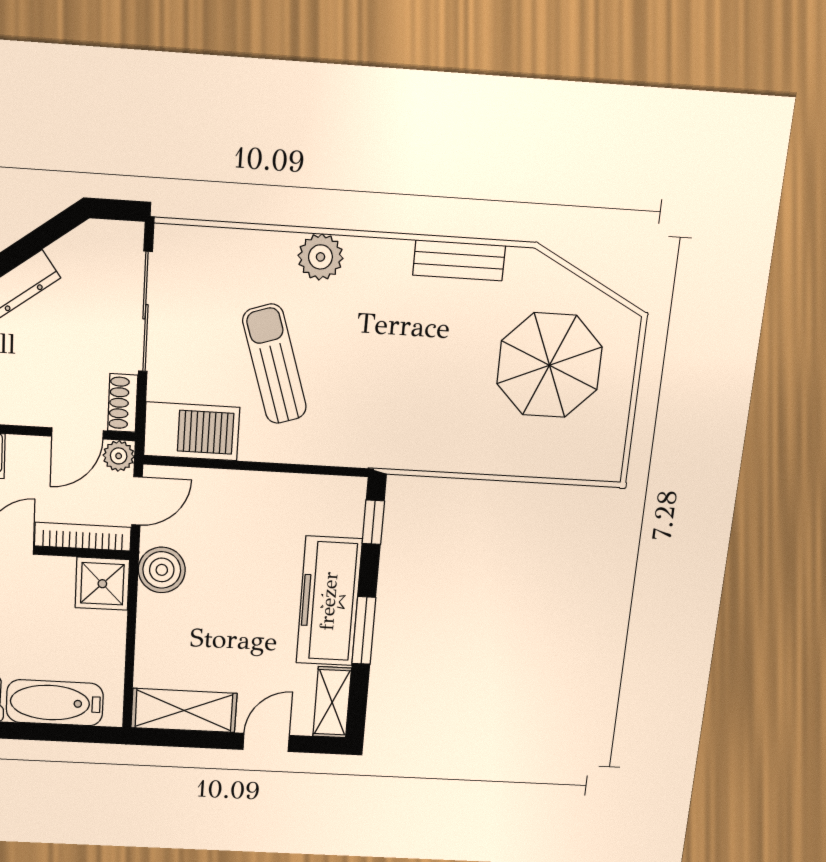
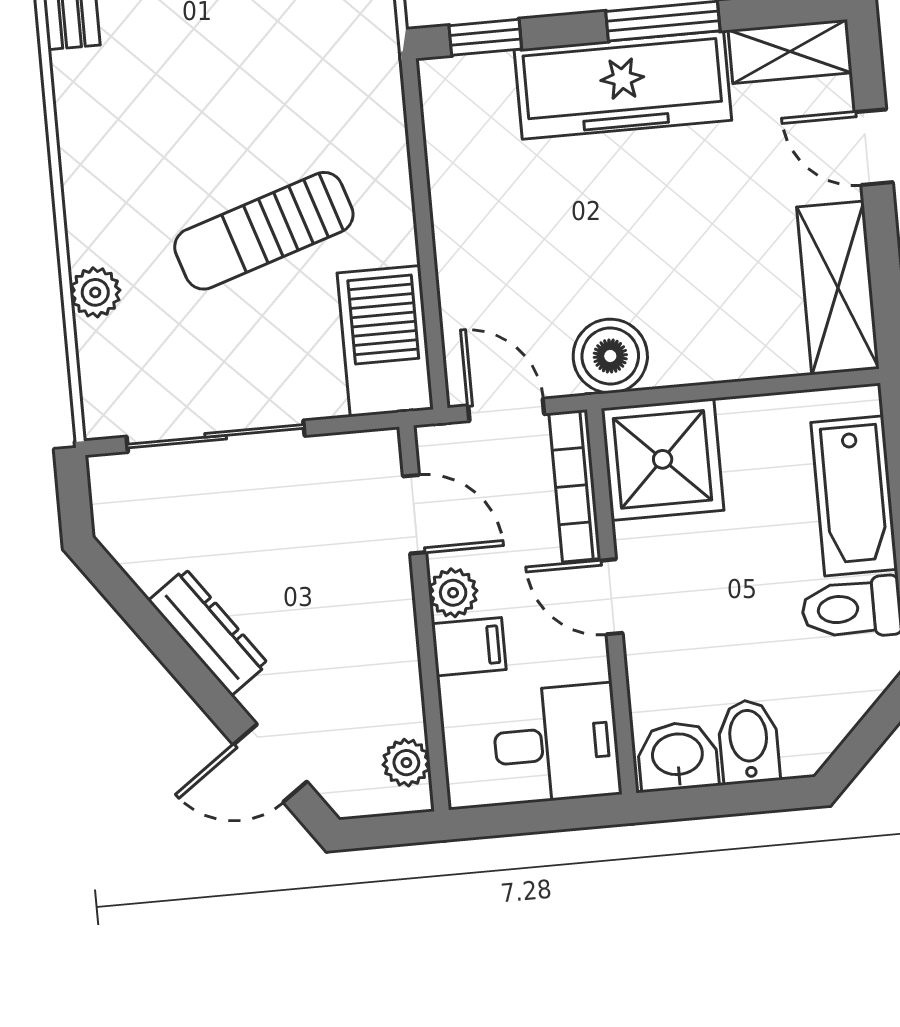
plant: (320, 257) -> (95, 292), moved, width x0.73, depth x0.73
shoe rack: (123, 403) -> (358, 452), removed
plant: (119, 456) -> (453, 593), moved
shower: (102, 584) -> (663, 459), width x1.36, depth x1.36

